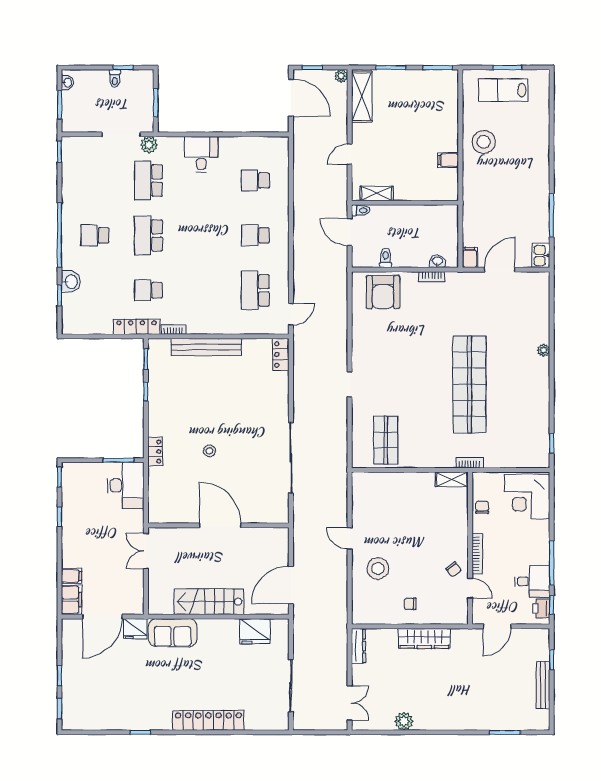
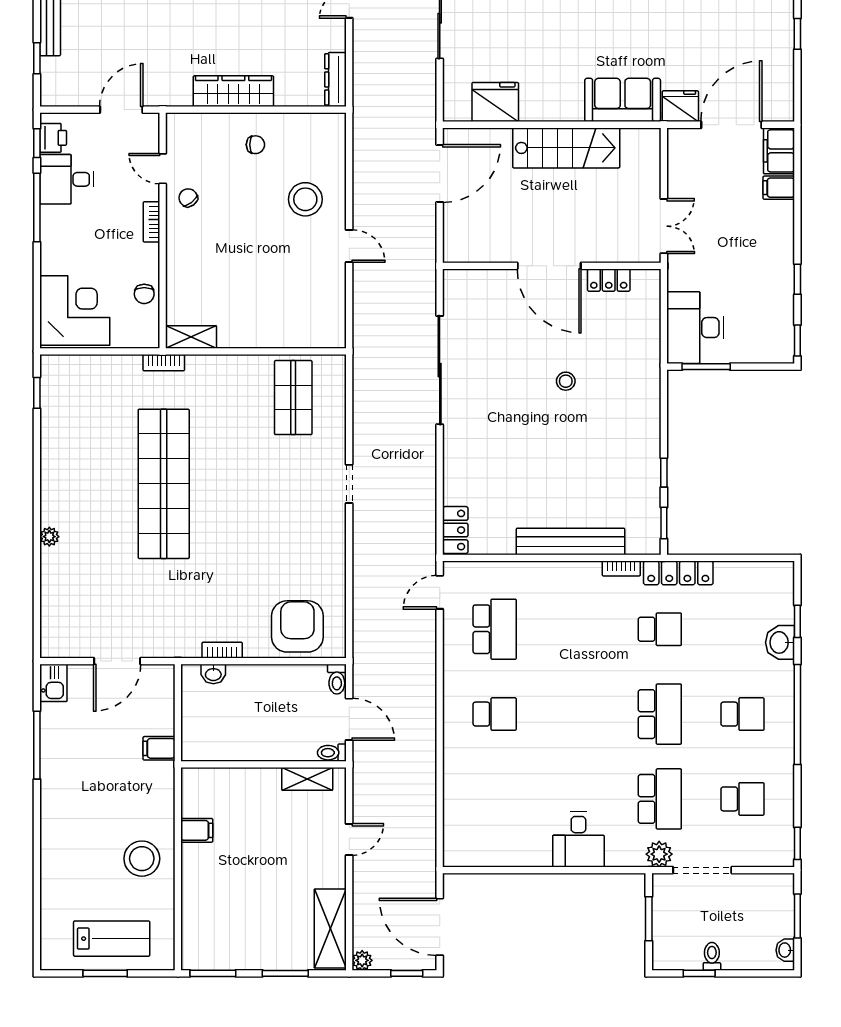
school desk: (255, 180) -> (742, 799), moved
filing cabinet: (470, 257) -> (159, 748), moved, turned 90
toilet: (386, 258) -> (337, 679), moved
locker: (155, 452) -> (609, 280), moved, turned -90
bookcase: (477, 554) -> (152, 222), width x0.64

